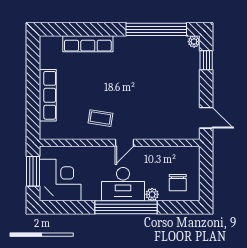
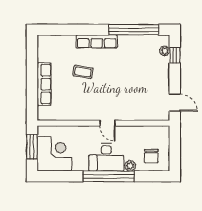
plant: (194, 42) -> (165, 51), moved
row of seats: (88, 44) -> (97, 42), moved
coffee table: (100, 118) -> (83, 72), moved
door: (125, 143) -> (108, 123), hinge flipped

